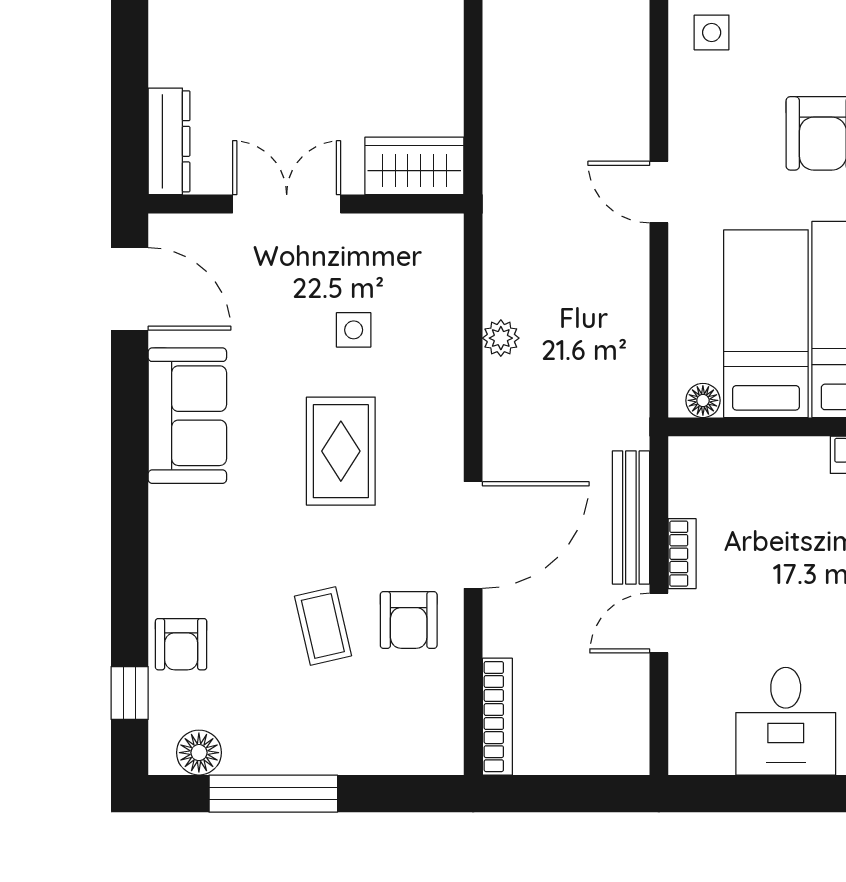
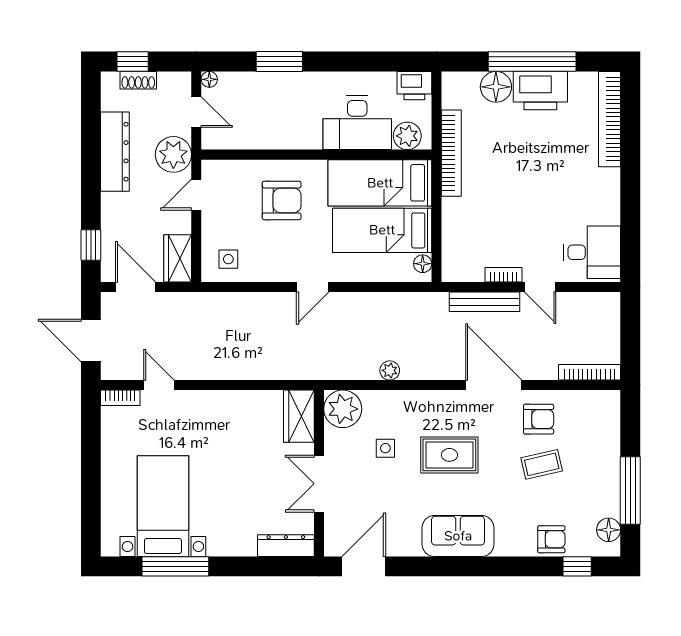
plant: (428, 249) -> (343, 409), added
sofa: (187, 416) -> (458, 536), moved
desk: (786, 721) -> (592, 252), moved

